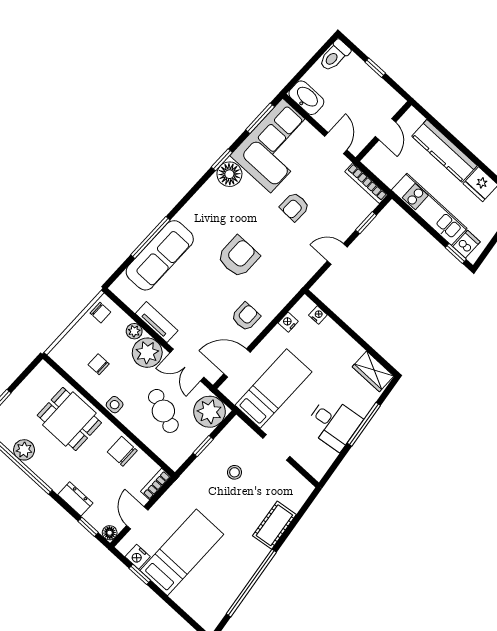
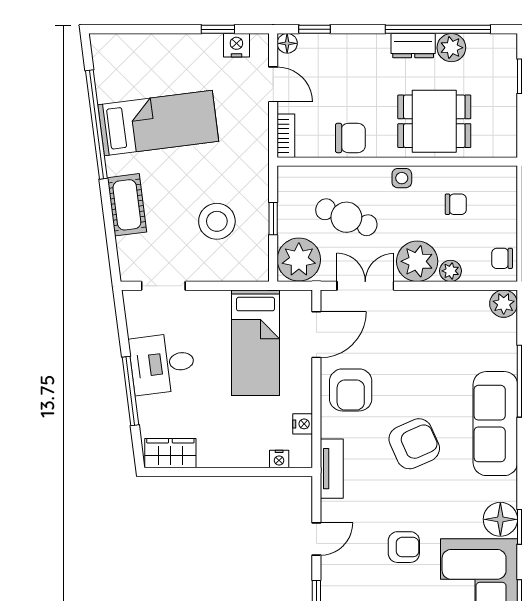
armchair: (295, 207) -> (404, 547), turned 88
sofa: (160, 255) -> (495, 424), moved
armchair: (238, 257) -> (414, 444), turned -114
plant: (122, 288) -> (504, 304), added
armchair: (246, 317) -> (351, 390), width x1.38, depth x1.38
tv unit: (157, 322) -> (332, 469), moved, turned -90
doorway: (276, 447) -> (163, 286), moved
stool: (234, 472) -> (217, 221), width x1.89, depth x1.89
dresser: (75, 499) -> (413, 46), moved
bed: (182, 552) -> (158, 123), moved, turned -97

